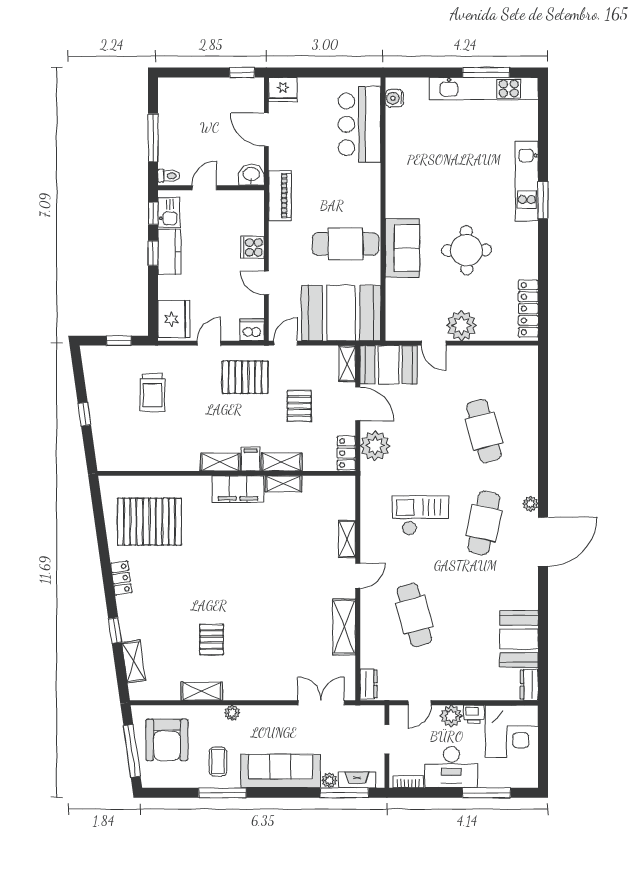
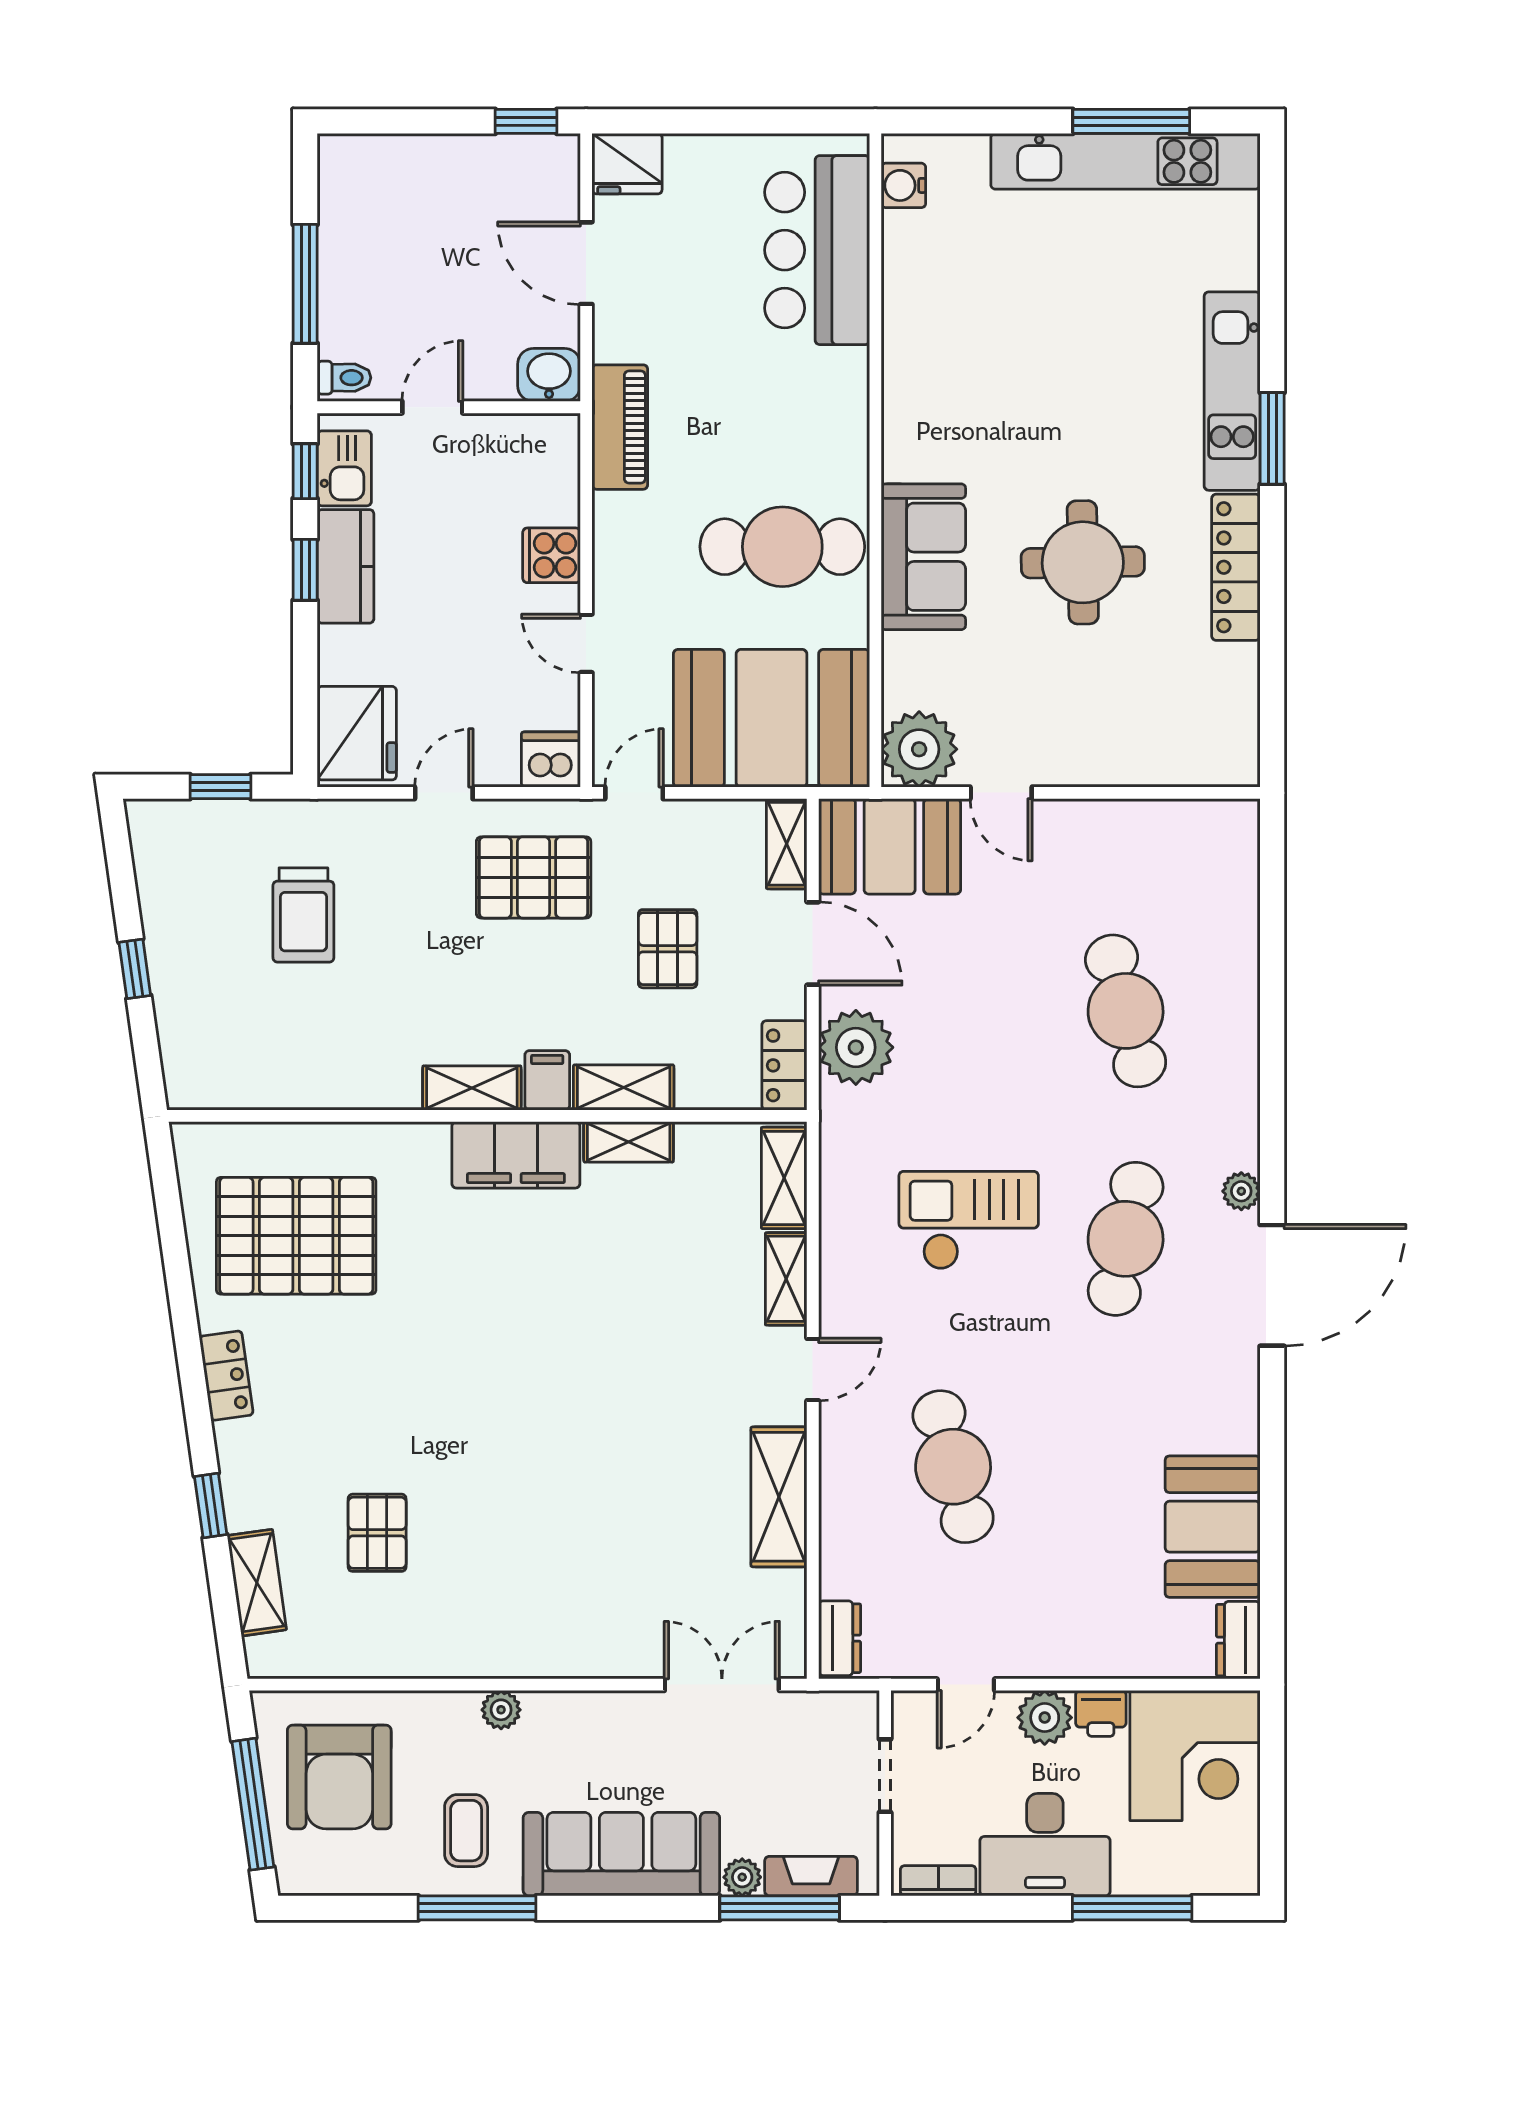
locker: (528, 309) -> (1236, 567), moved
plant: (461, 326) -> (919, 749), moved
pallet: (212, 640) -> (377, 1533), moved
shelving: (202, 691) -> (784, 1178), moved, turned 90

